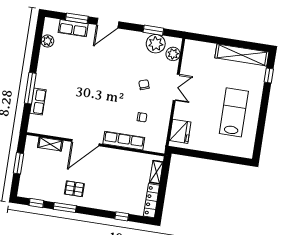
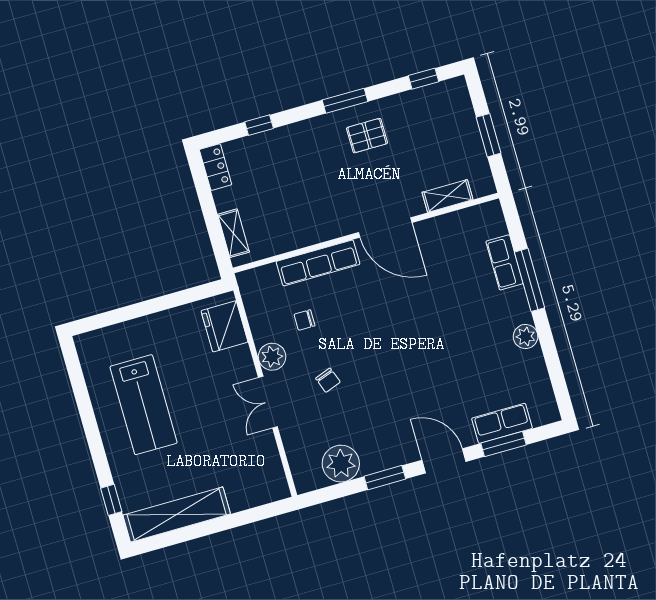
door: (108, 23) -> (444, 461), hinge flipped
window: (153, 30) -> (385, 478), moved
plant: (47, 41) -> (526, 336), moved
plant: (173, 54) -> (272, 357), moved
door: (85, 143) -> (385, 228), swing flipped
locker: (151, 201) -> (216, 167), width x0.66
window: (65, 207) -> (345, 101), moved

